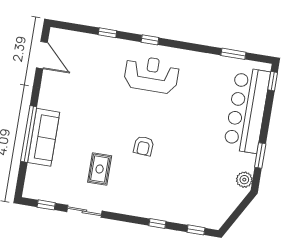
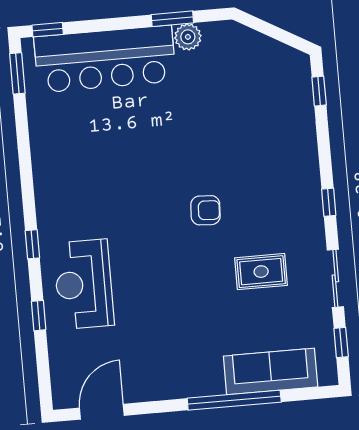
window: (233, 54) -> (17, 73), moved
reception desk: (152, 74) -> (84, 284), moved
sofa: (44, 137) -> (271, 371), moved
plant: (244, 180) -> (188, 37), moved
window: (157, 224) -> (329, 202), moved

